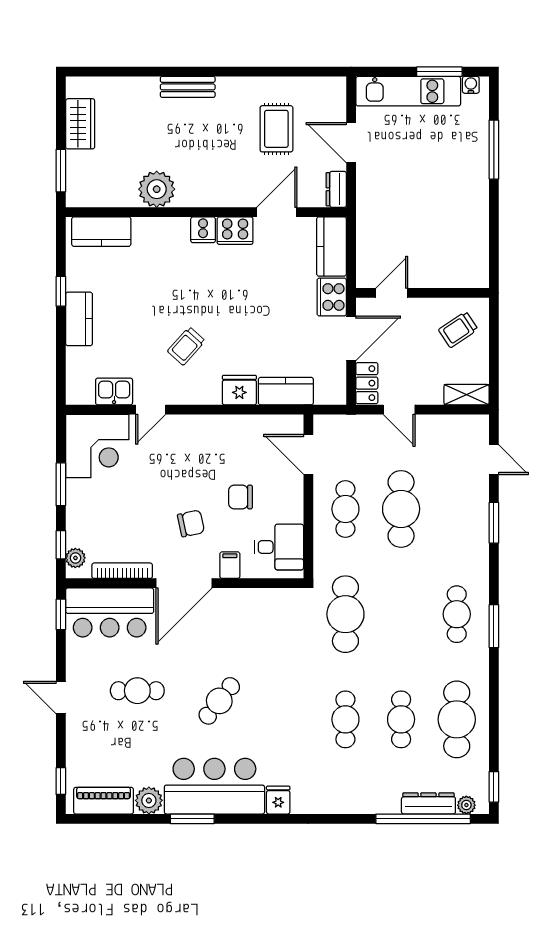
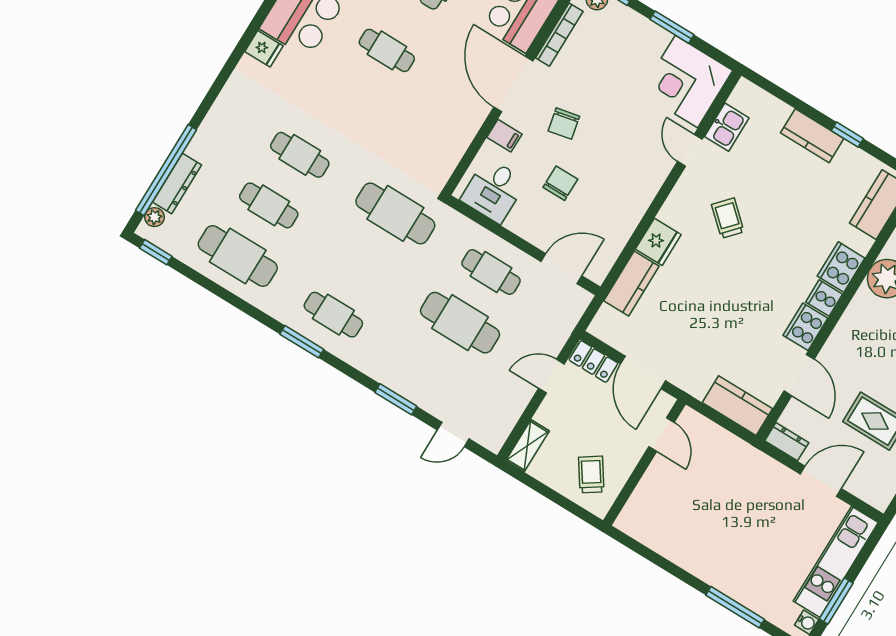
cooker: (332, 297) -> (841, 267), moved, turned -90
cafe table: (219, 701) -> (387, 50), turned -38

